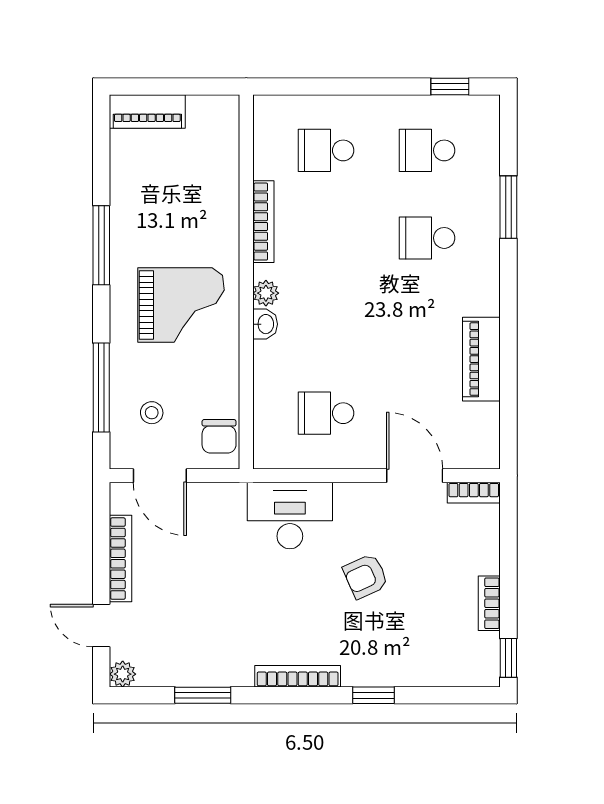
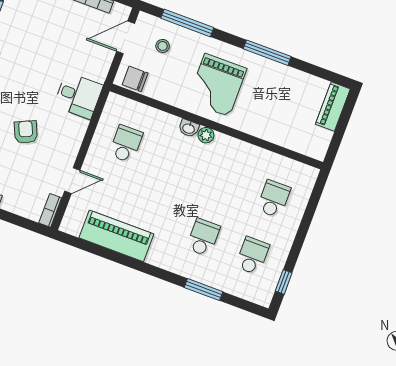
bookcase: (263, 222) -> (247, 149), removed
piano: (481, 359) -> (116, 236), width x1.37, depth x1.33
door: (415, 476) -> (72, 181), width x0.73
desk: (290, 515) -> (78, 96), width x0.73

